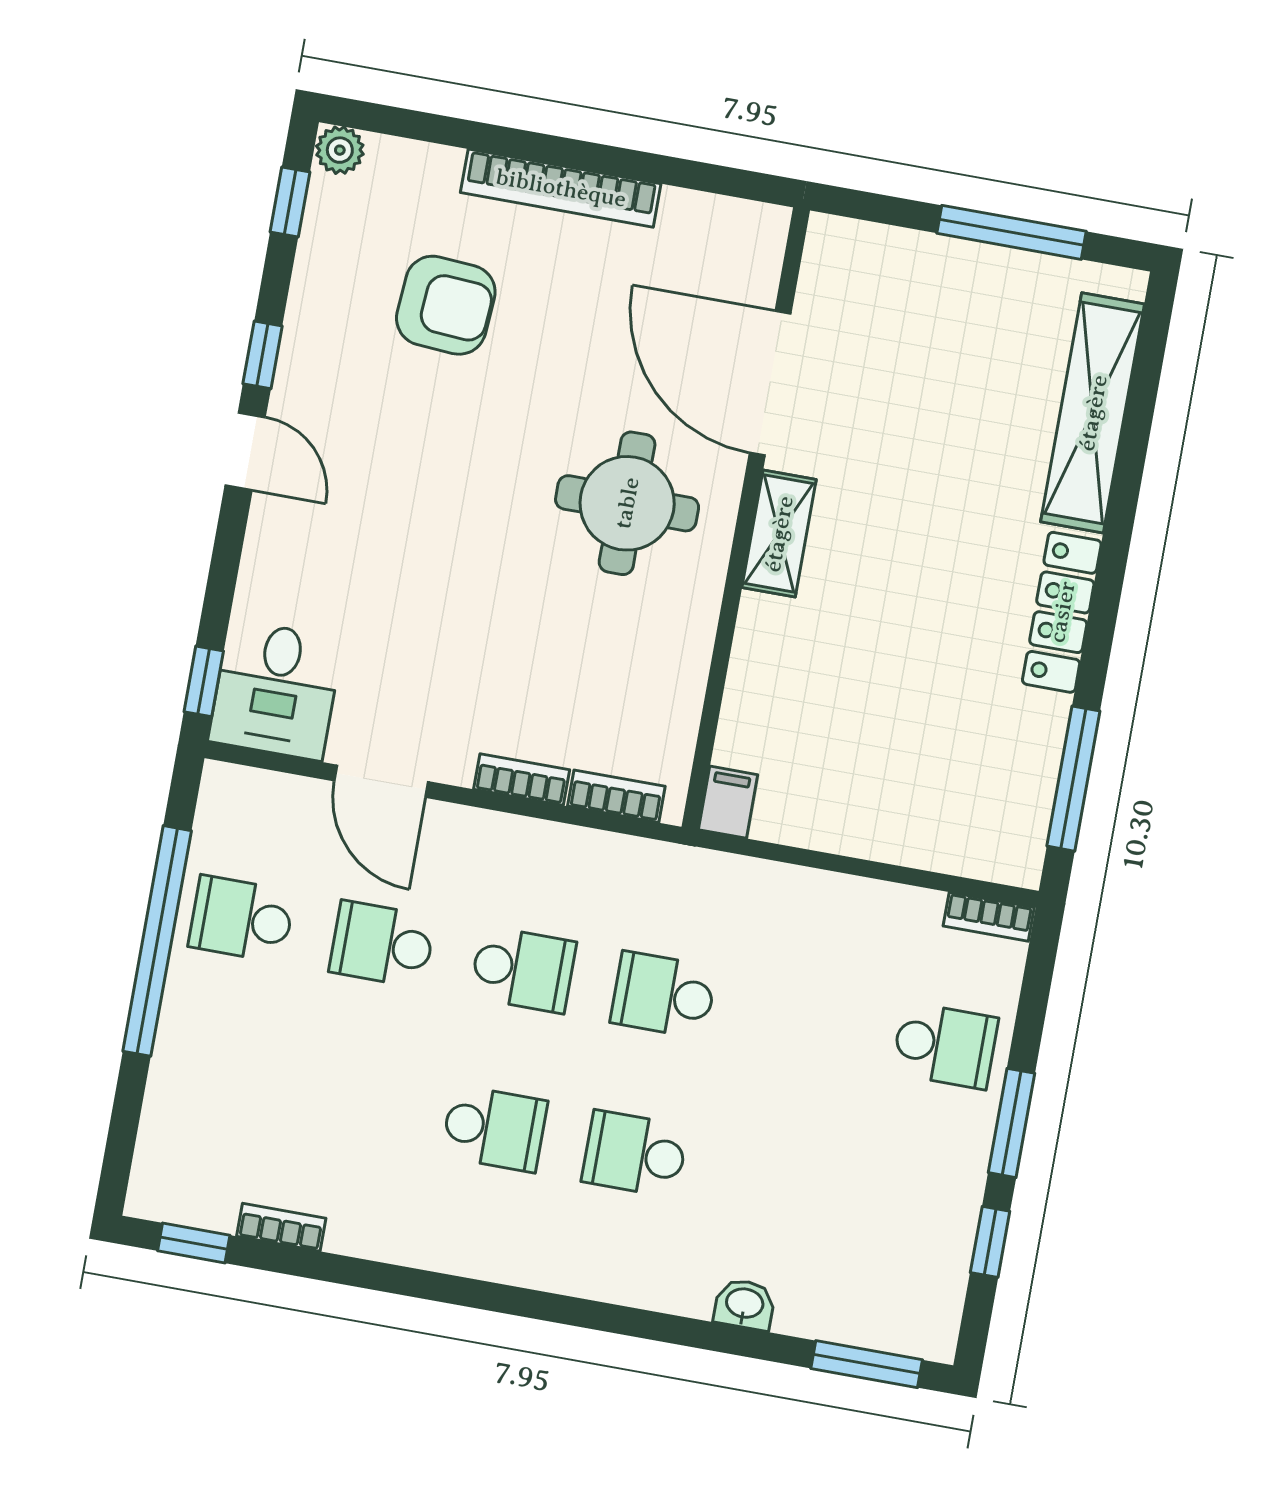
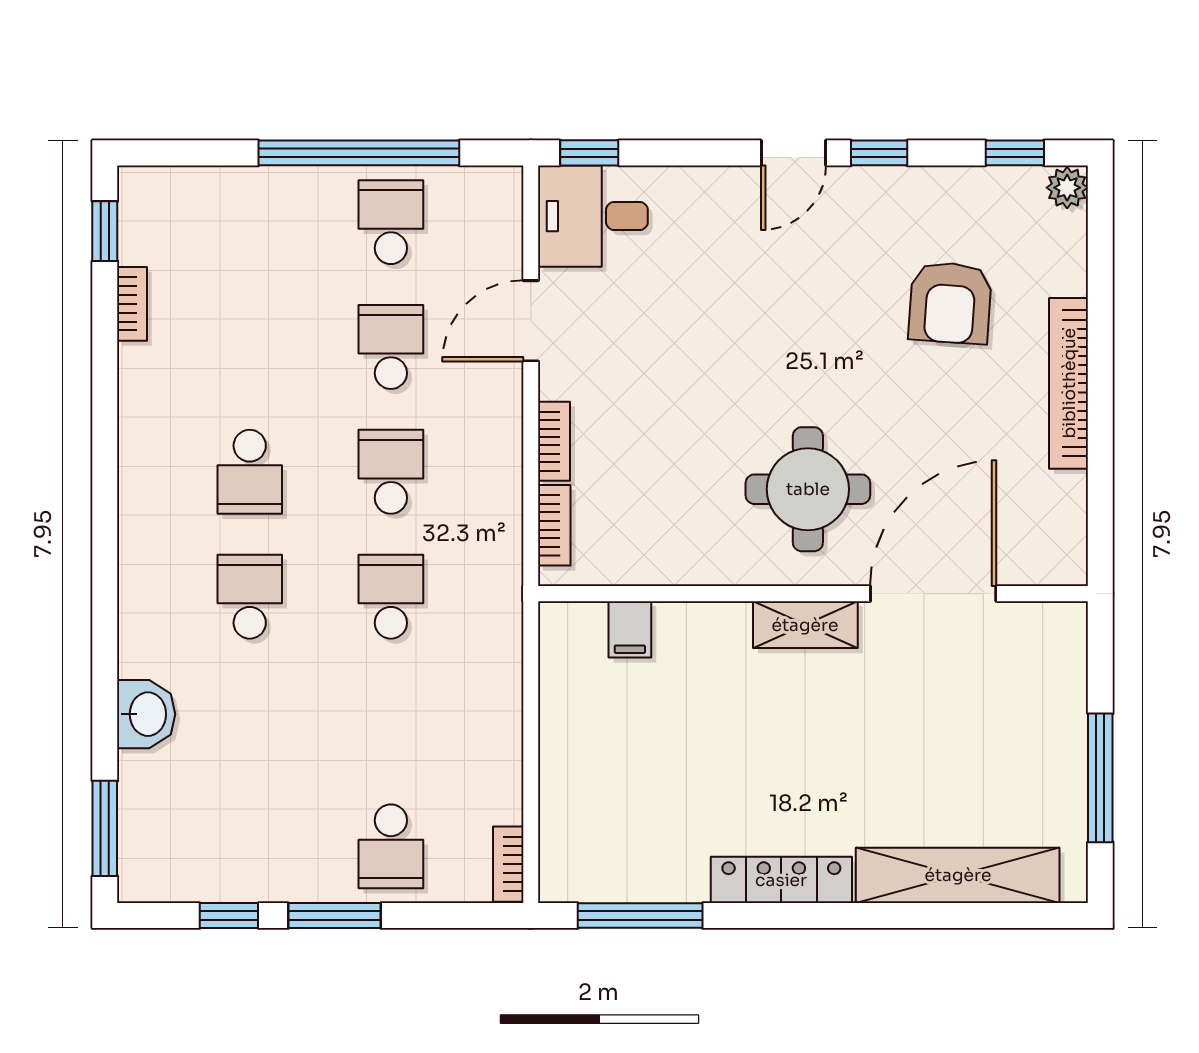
filing cabinet: (728, 802) -> (630, 629), moved, turned 90
school desk: (523, 970) -> (391, 472), turned 180
washbasin: (744, 1304) -> (146, 714), width x1.38, depth x1.45

